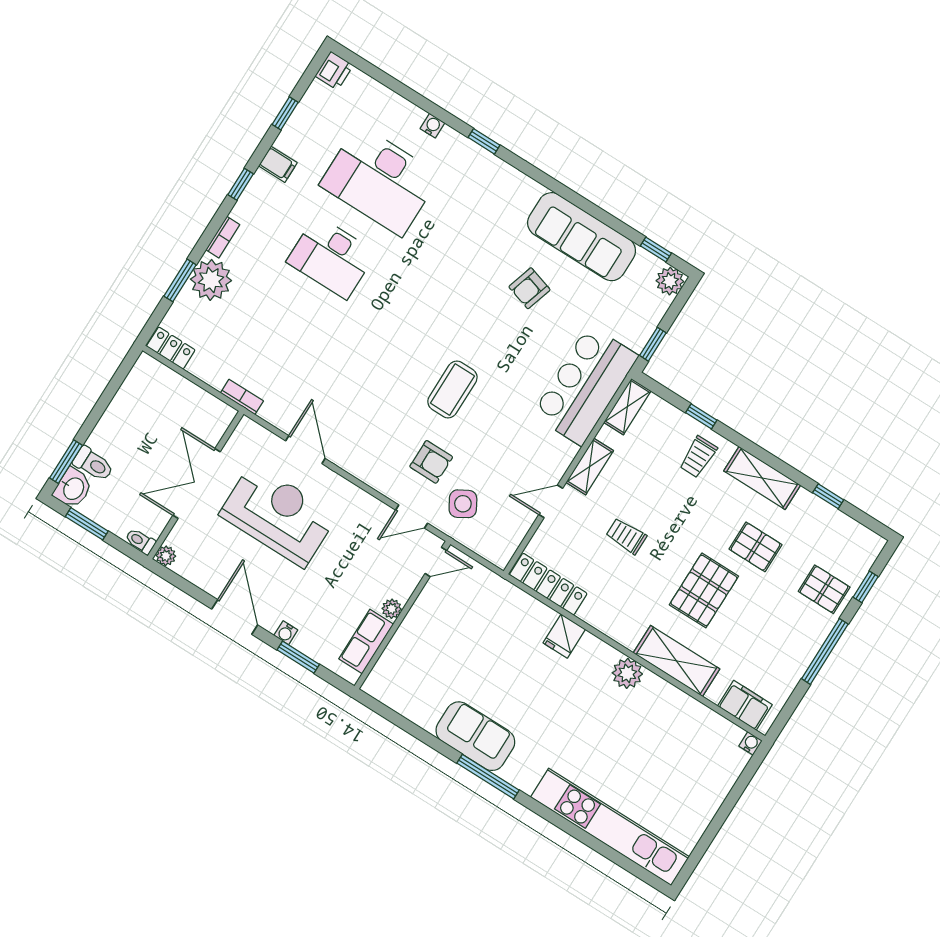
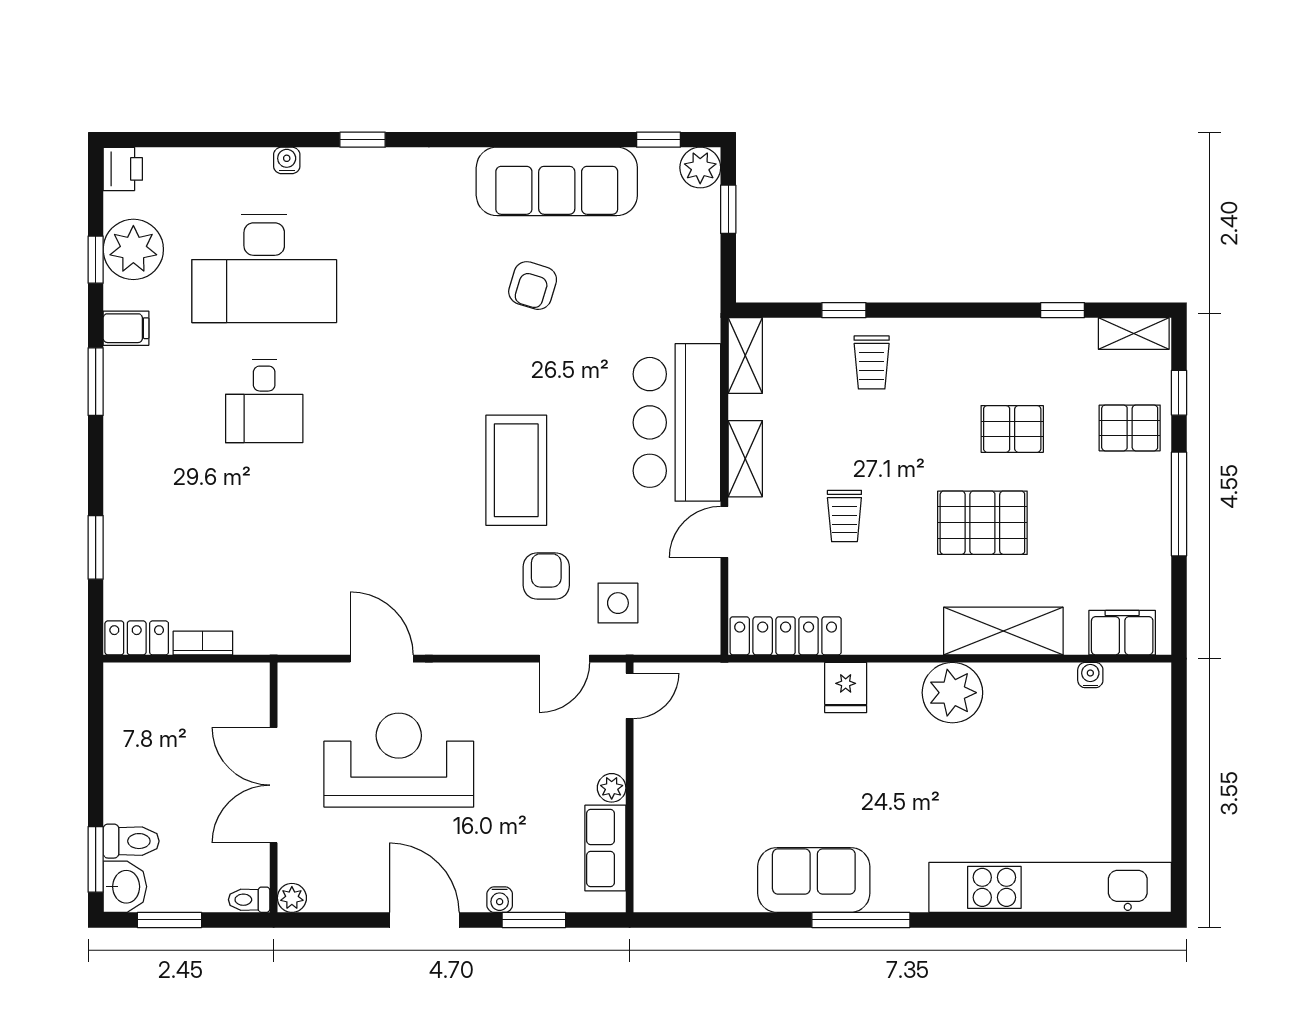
window: (241, 184) -> (96, 382), width x1.50
bookcase: (223, 237) -> (115, 461), removed
desk: (331, 257) -> (264, 401), width x0.73
plant: (211, 280) -> (133, 249), moved
window: (653, 344) -> (728, 209), moved
bar counter: (585, 385) -> (677, 422), moved
coffee table: (452, 389) -> (516, 470), width x1.36, depth x1.32
bookcase: (242, 397) -> (203, 643), moved
armchair: (431, 462) -> (546, 576), turned -90
shelving: (762, 478) -> (1134, 334), moved, width x0.67, depth x0.75
side table: (463, 504) -> (618, 603), turned 30
trolley: (626, 536) -> (844, 516), turned -90
pallet: (704, 590) -> (982, 523), turned 90
plant: (627, 673) -> (952, 693), width x1.36, depth x1.36
water cooler: (751, 743) -> (1090, 675), moved

